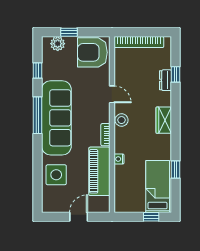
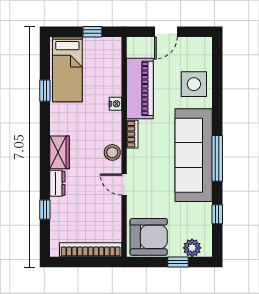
dresser: (165, 80) -> (57, 183), moved
window: (151, 217) -> (92, 32), moved

